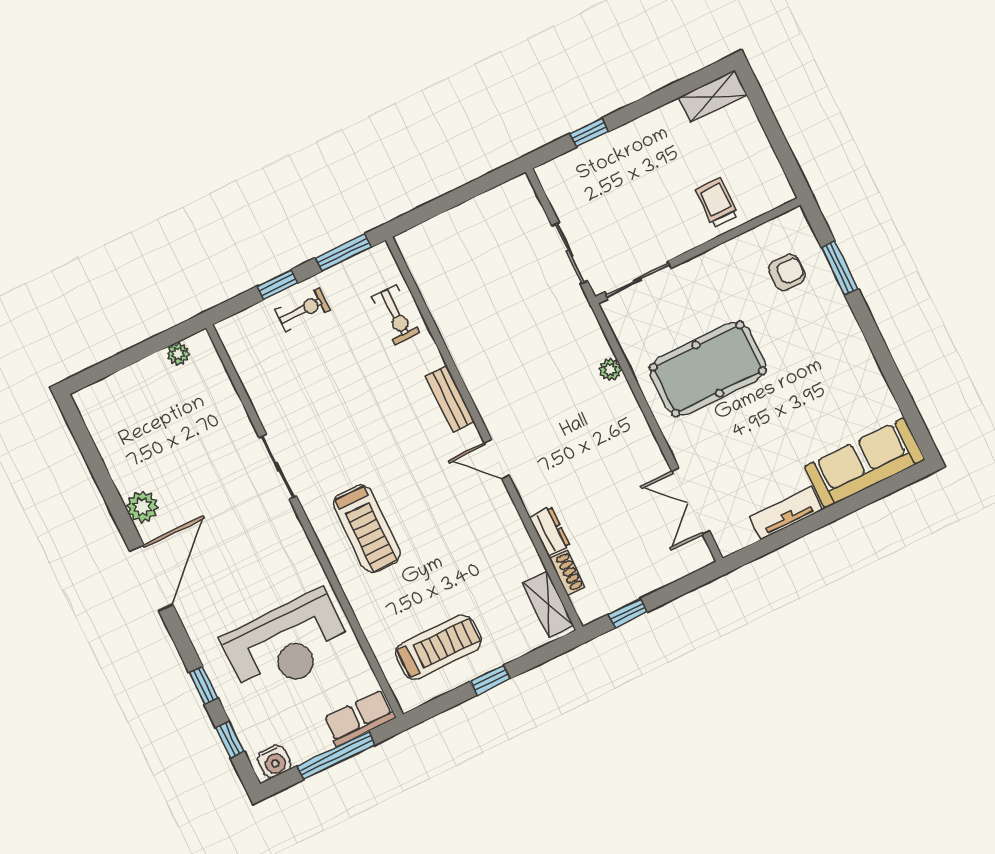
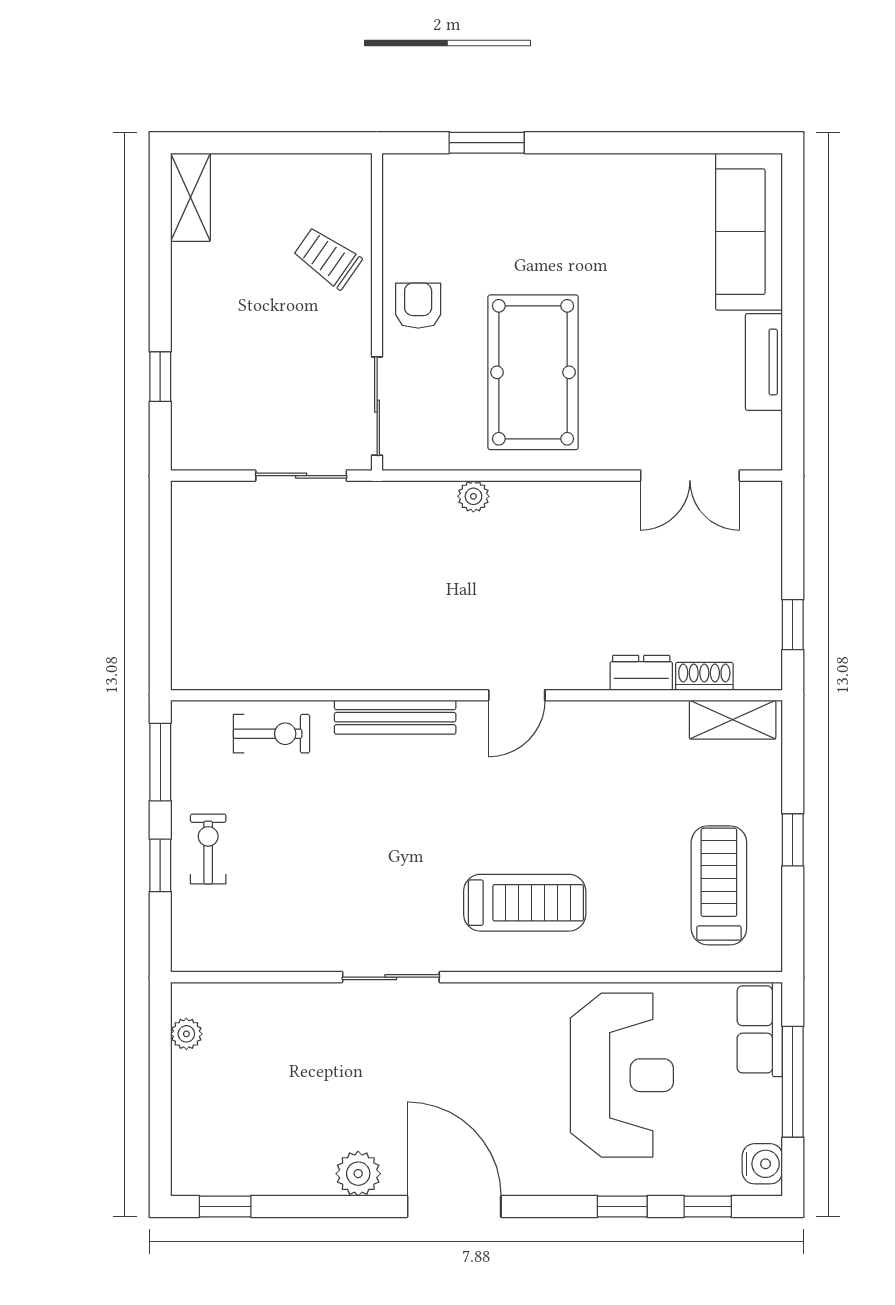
trolley: (717, 202) -> (327, 258), turned 35
armchair: (787, 272) -> (418, 306), moved
bench: (450, 399) -> (395, 717), width x1.36
window: (80, 432) -> (225, 1206), added

